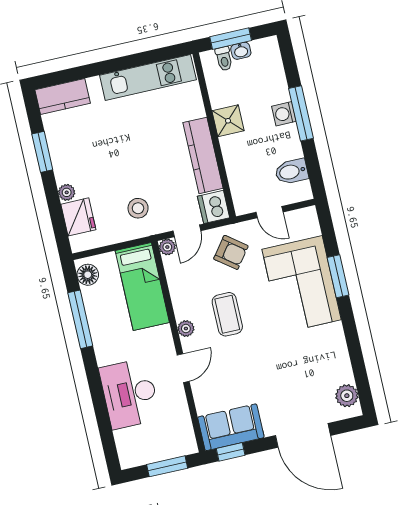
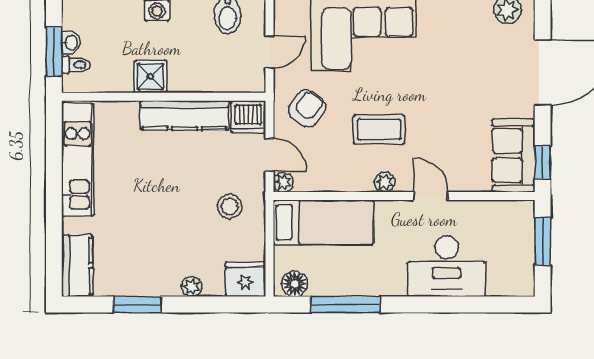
fridge: (78, 217) -> (246, 279), moved

